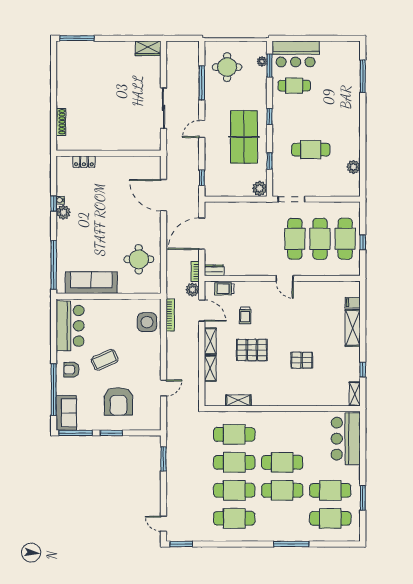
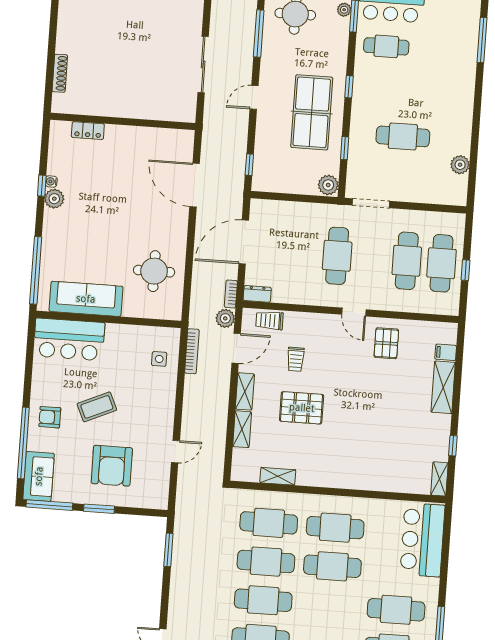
cafe table: (295, 239) -> (337, 256), moved
door: (202, 310) -> (236, 348), hinge flipped
side table: (147, 322) -> (159, 359), width x0.54, depth x0.54
bar counter: (70, 326) -> (69, 339), moved, turned 90
pallet: (302, 360) -> (386, 343), moved, turned 90
cafe table: (282, 490) -> (335, 528), moved

